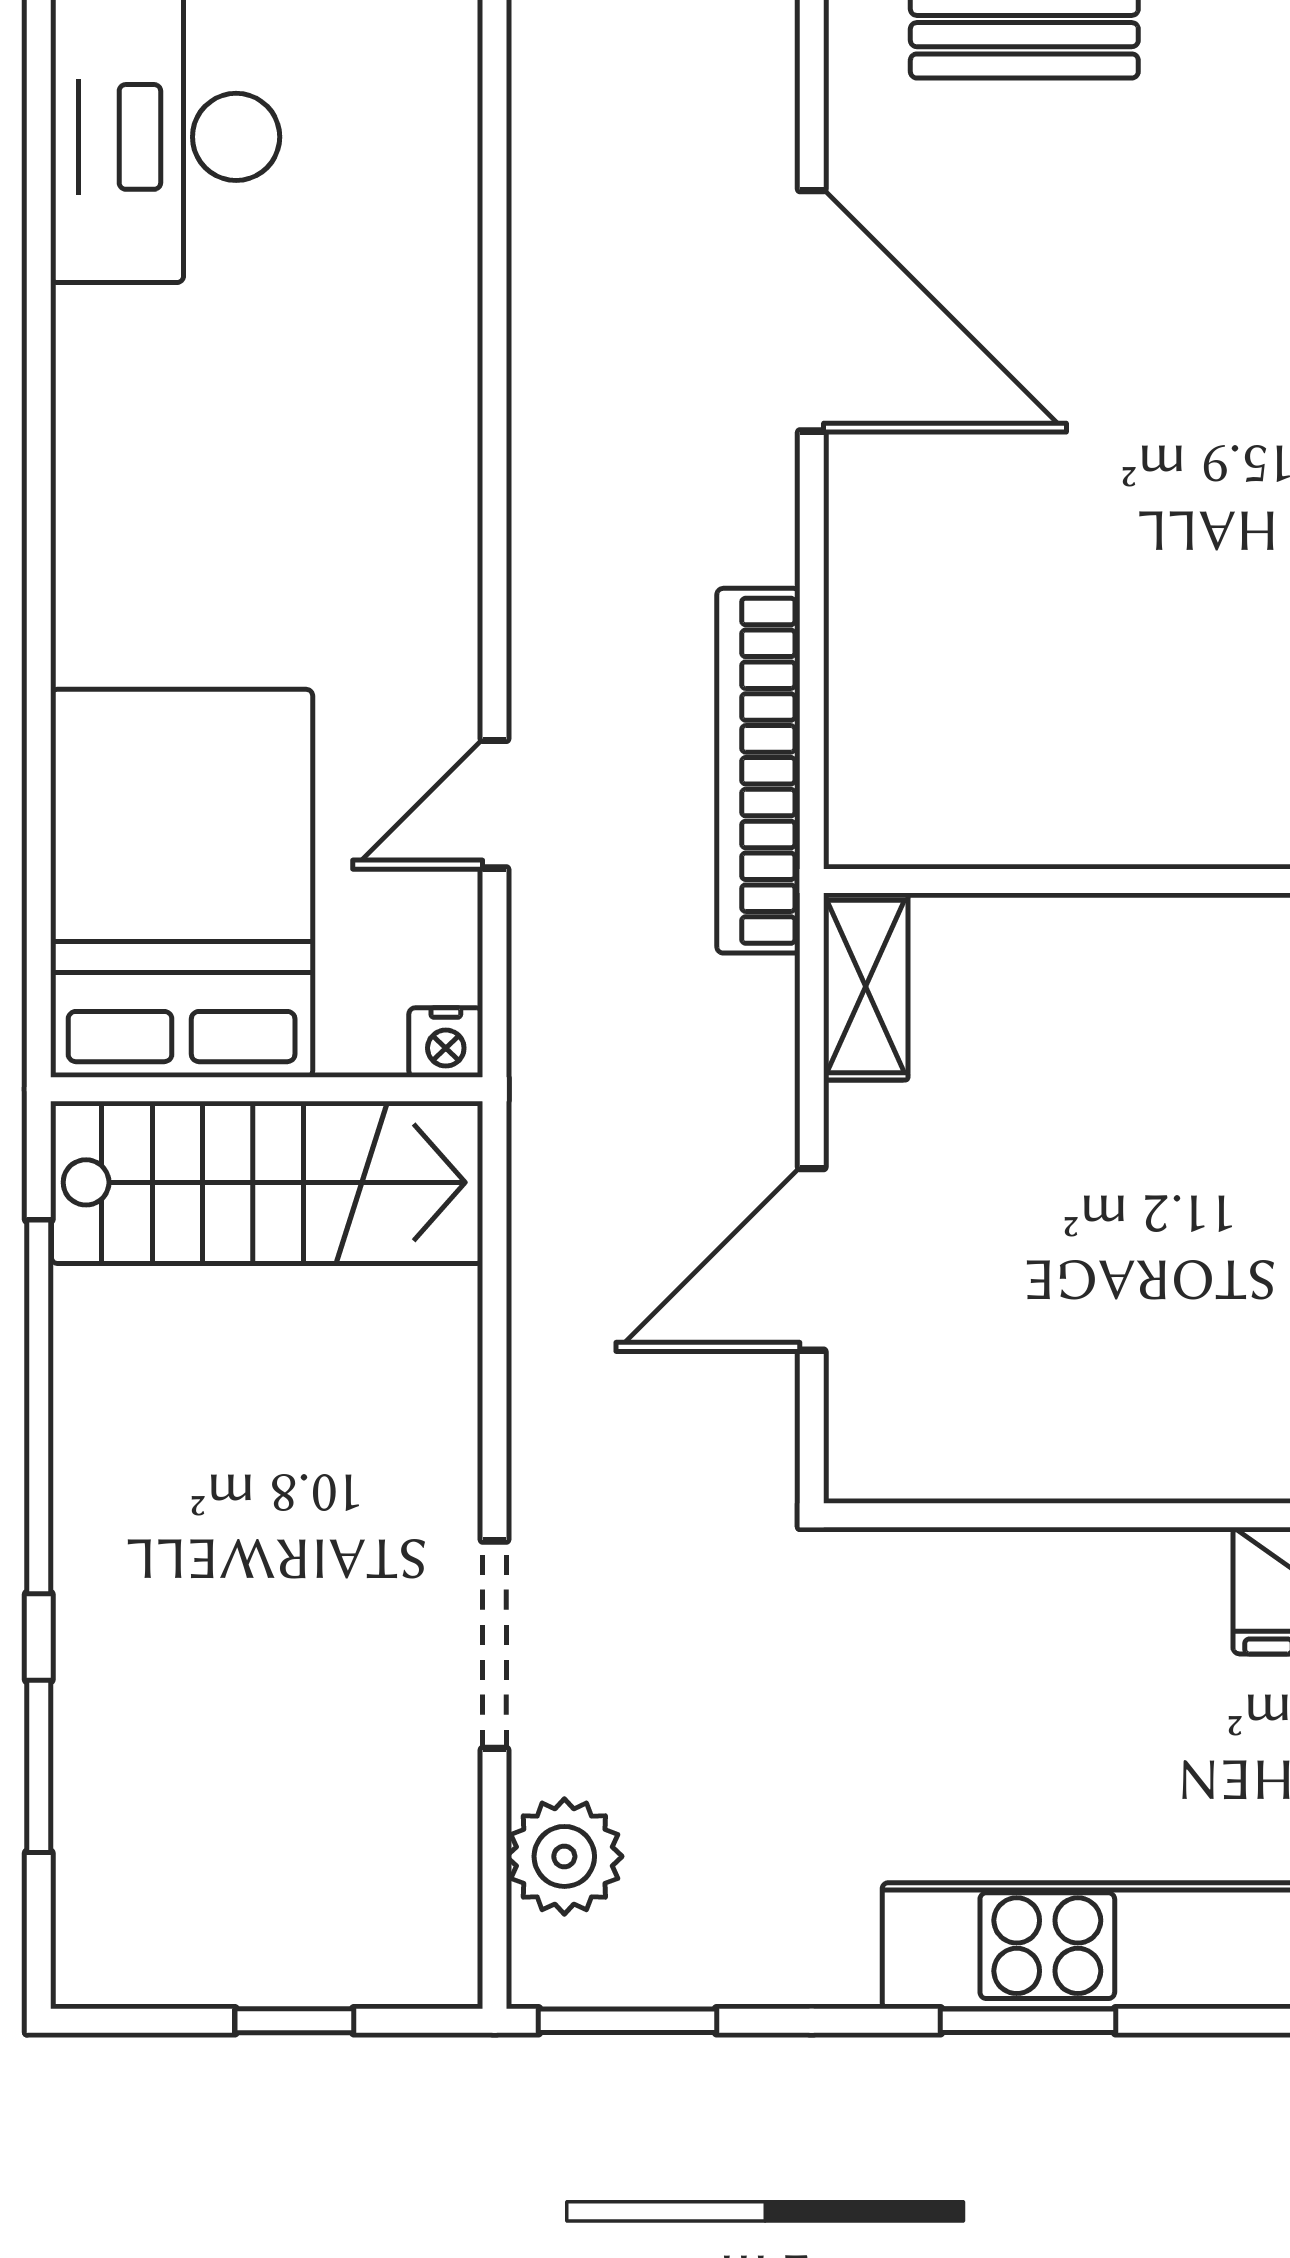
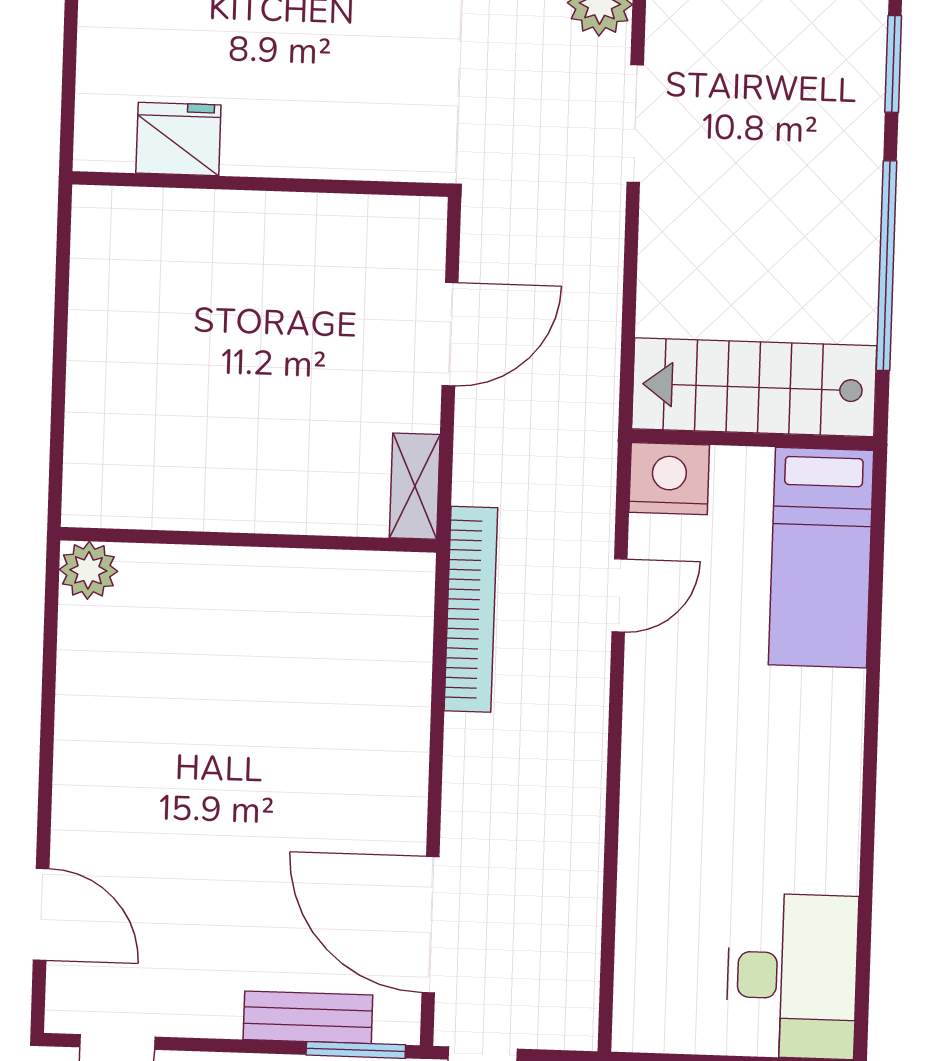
door: (812, 311) -> (430, 925), moved
bed: (182, 883) -> (821, 558), width x0.67
nightstand: (446, 1042) -> (669, 479), width x1.89, depth x1.79

